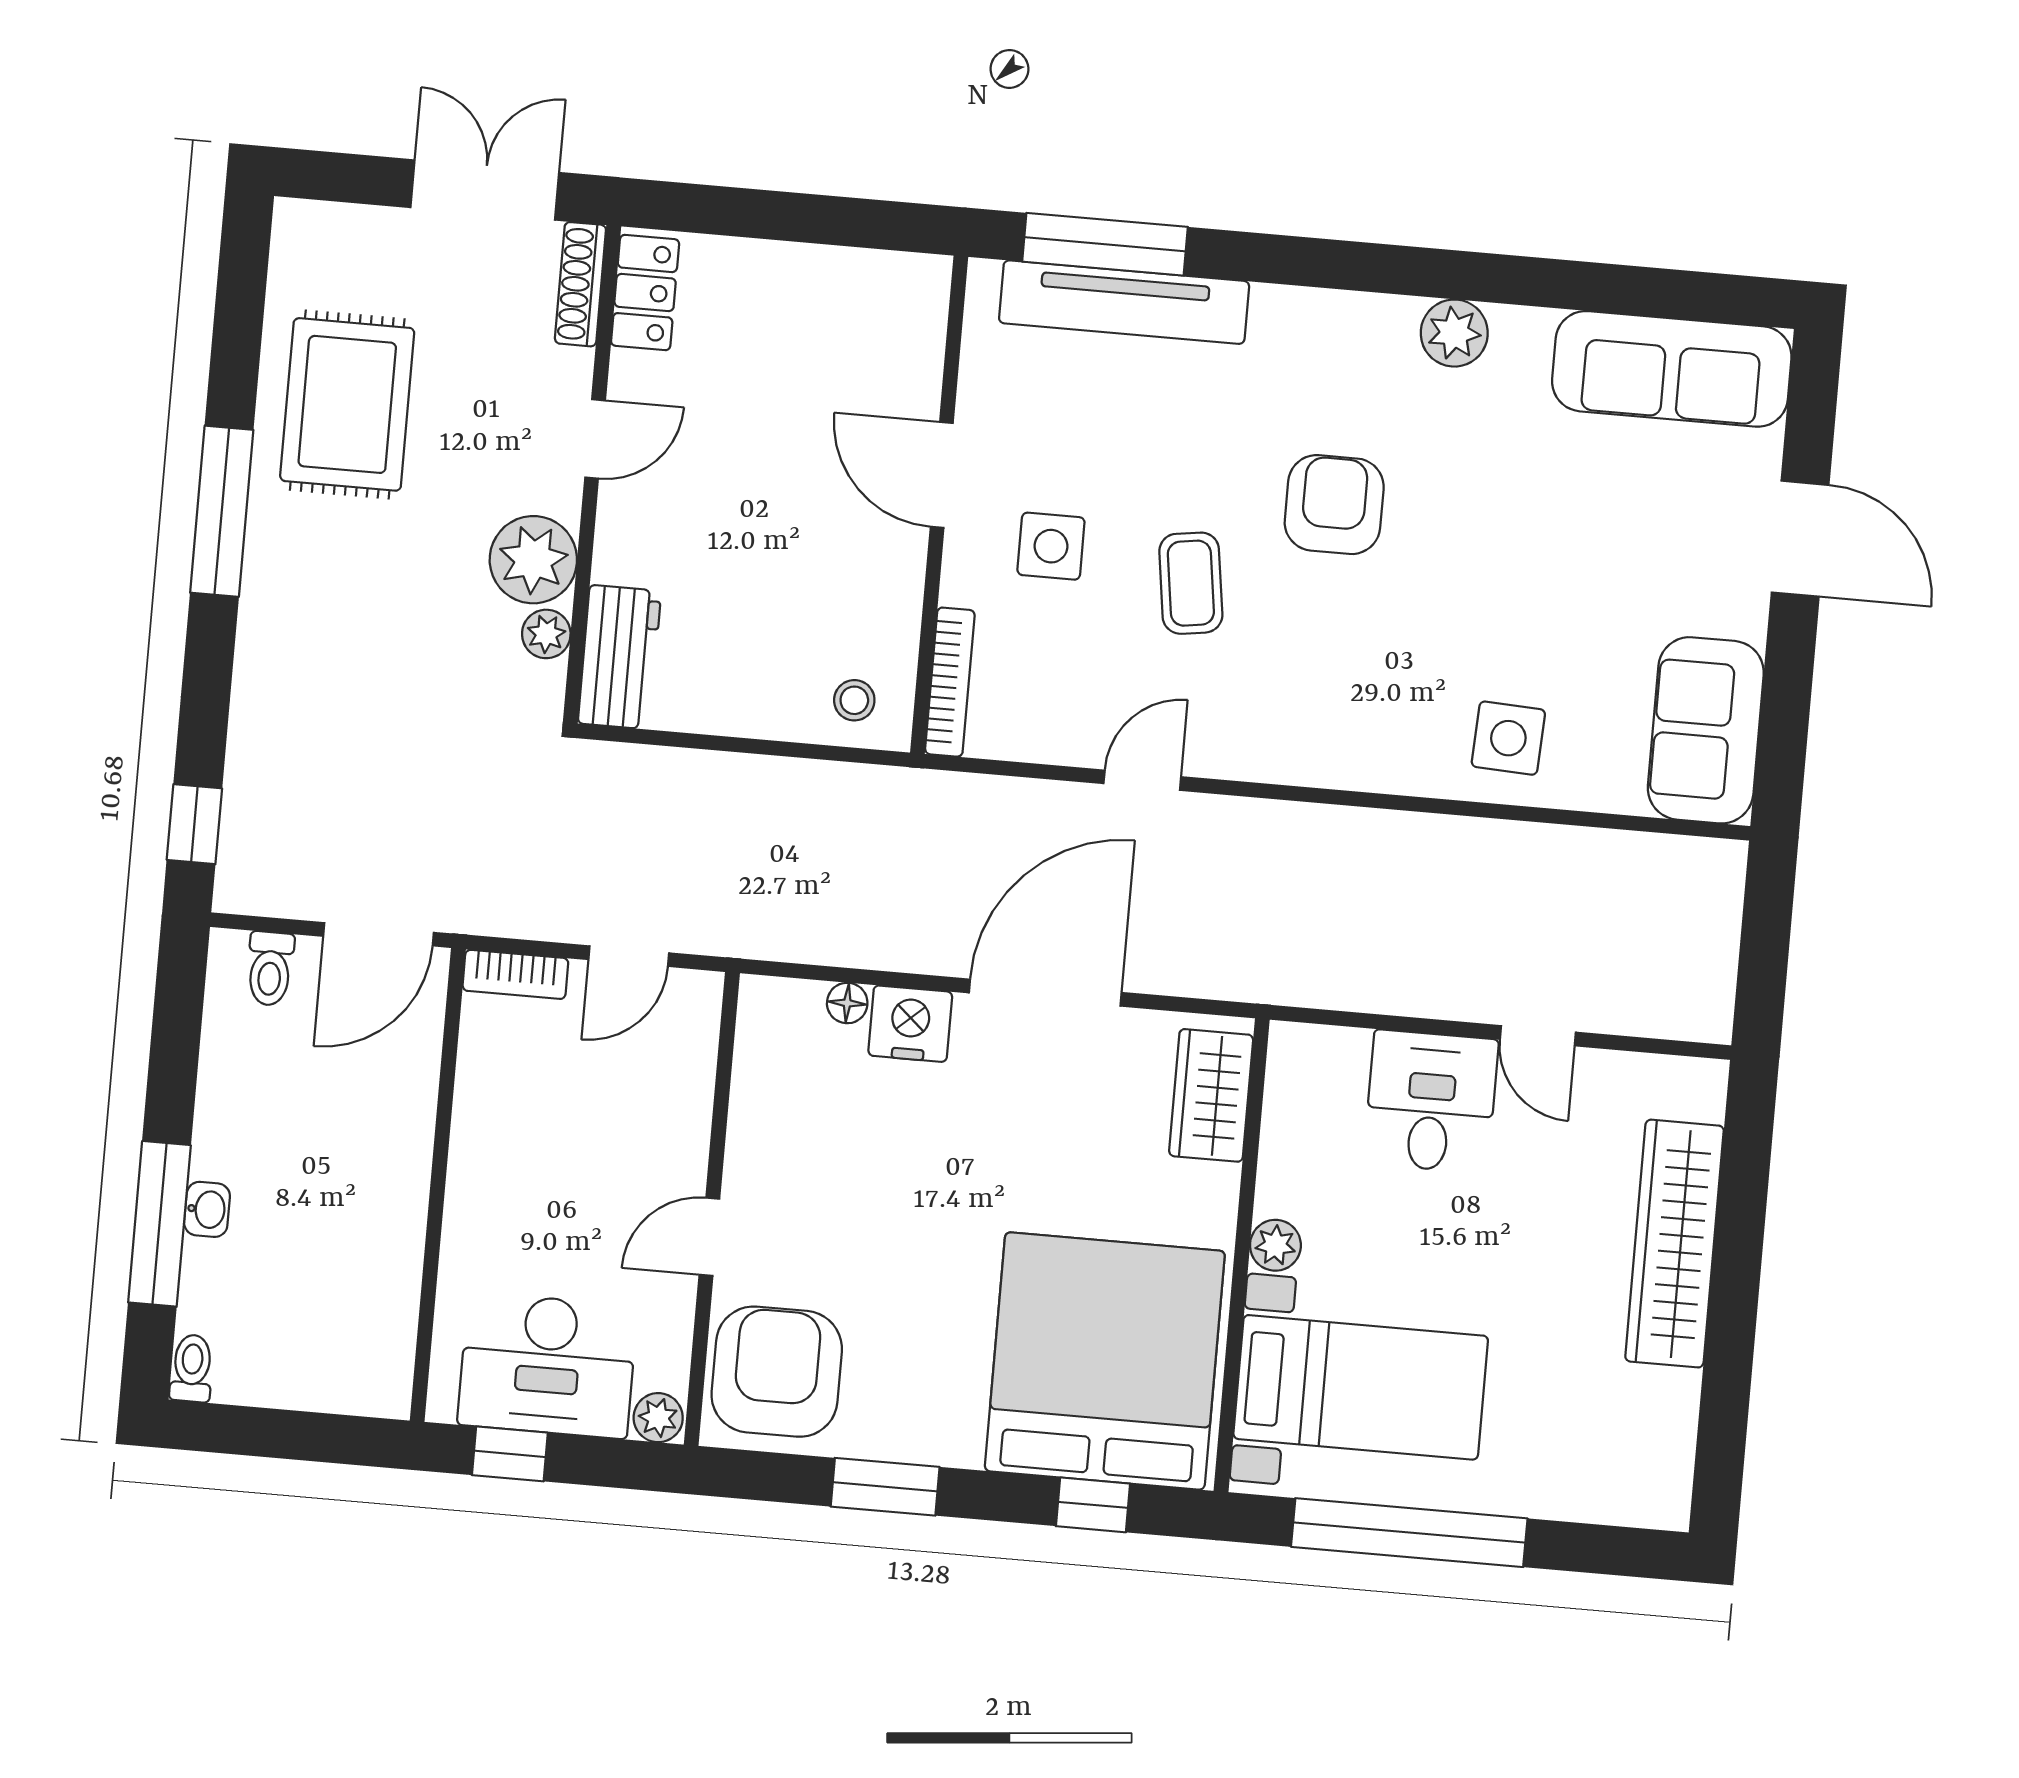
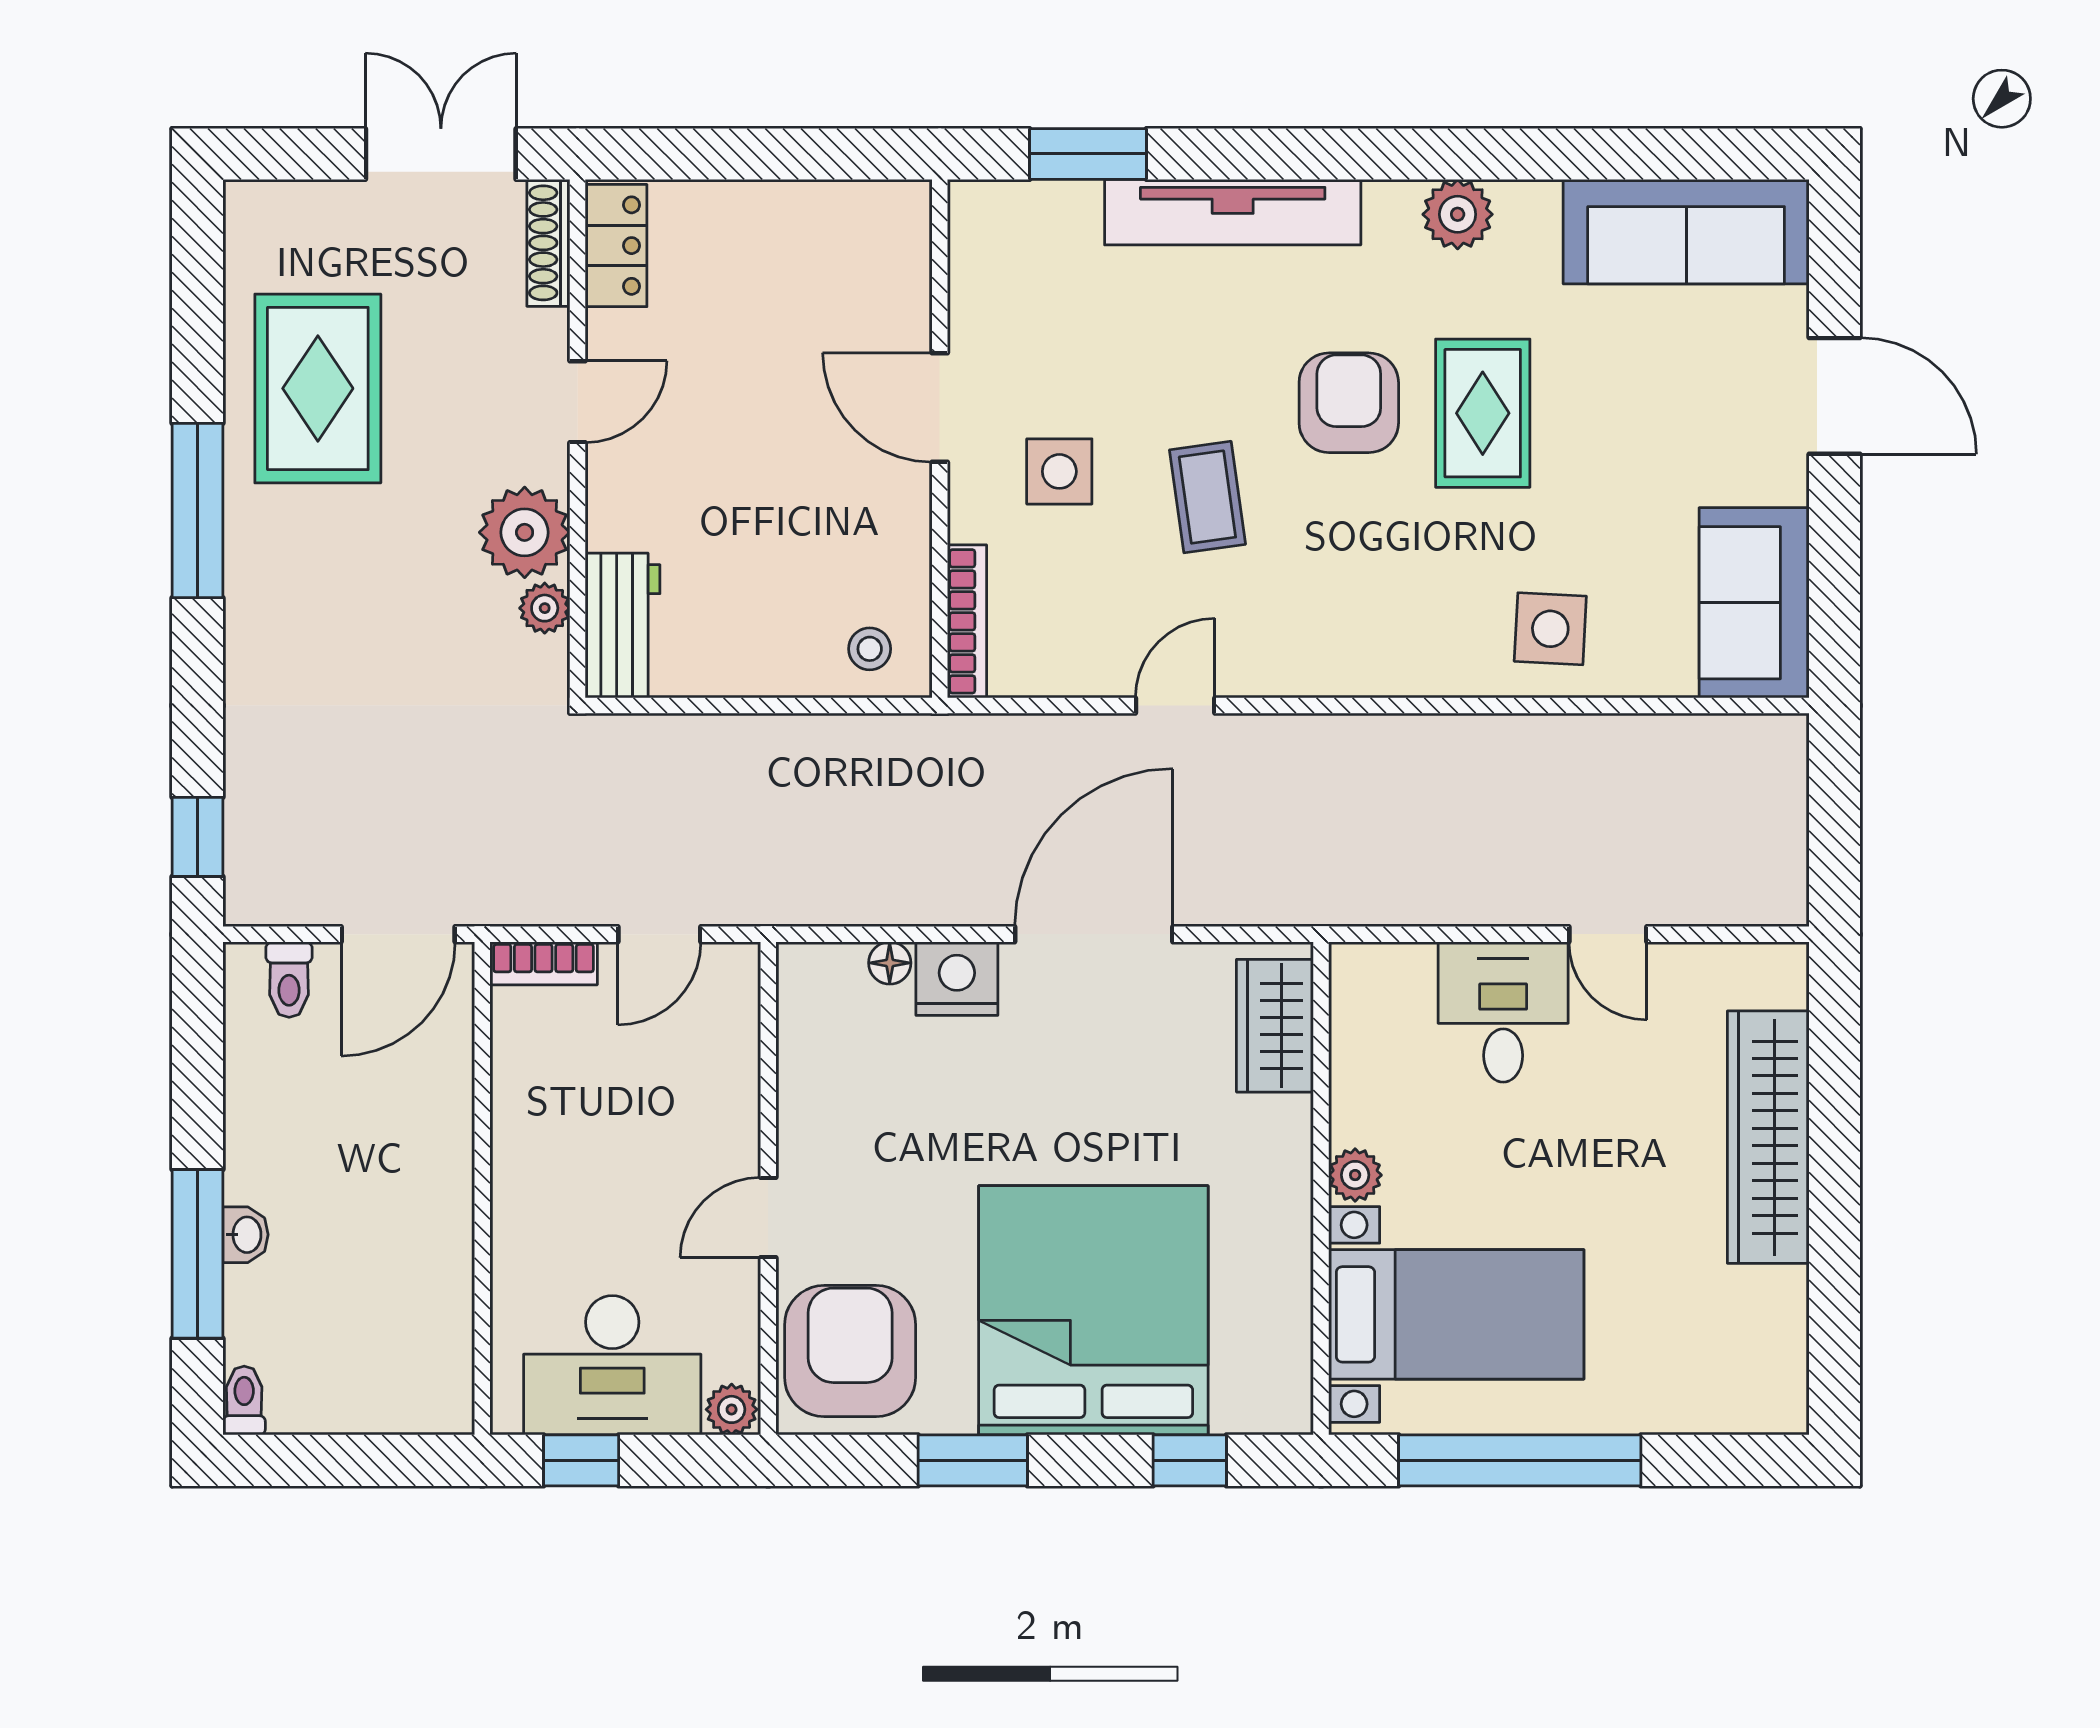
window: (1105, 244) -> (1088, 154), width x0.69
tv unit: (1124, 302) -> (1233, 212), moved
rug: (1462, 526) -> (1483, 413), added
bed: (1105, 1361) -> (1093, 1310), moved

